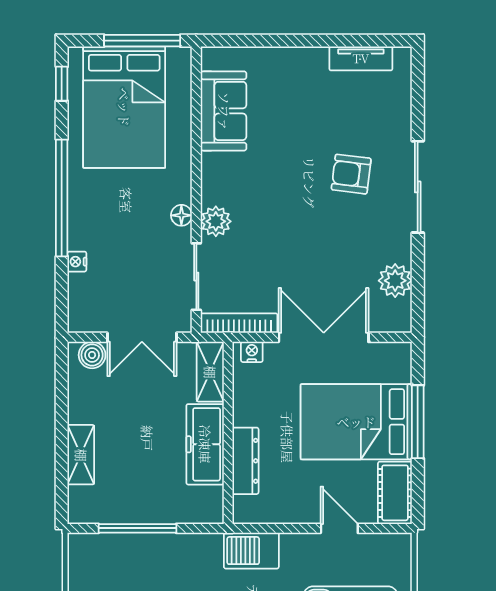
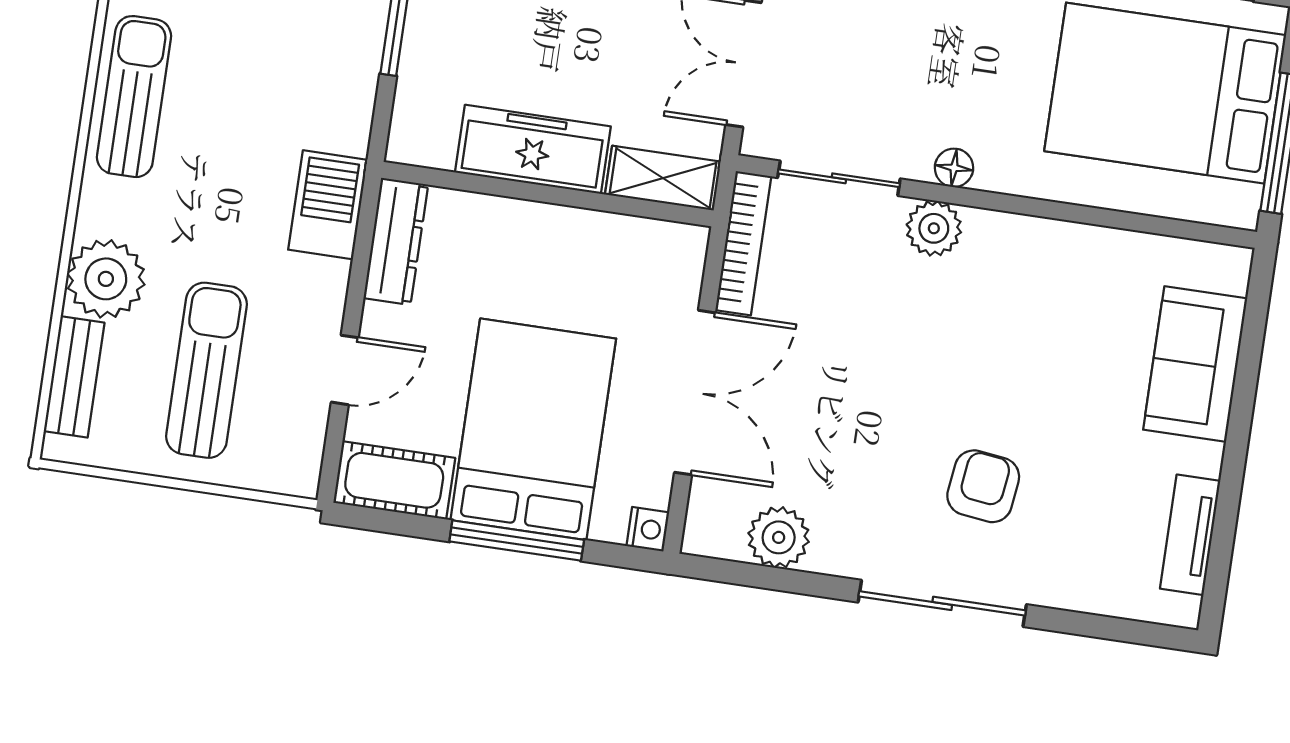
sofa: (224, 111) -> (1195, 364), moved, turned 90
nightstand: (252, 352) -> (648, 529), moved
dresser: (245, 461) -> (396, 241), moved, turned -90

